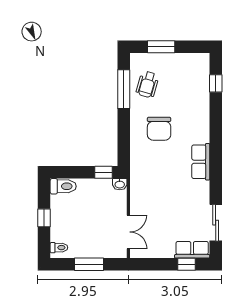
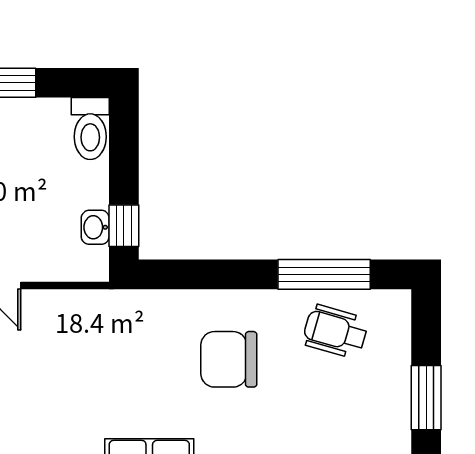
window: (161, 47) -> (426, 398), moved
washbasin: (120, 184) -> (95, 227), moved

